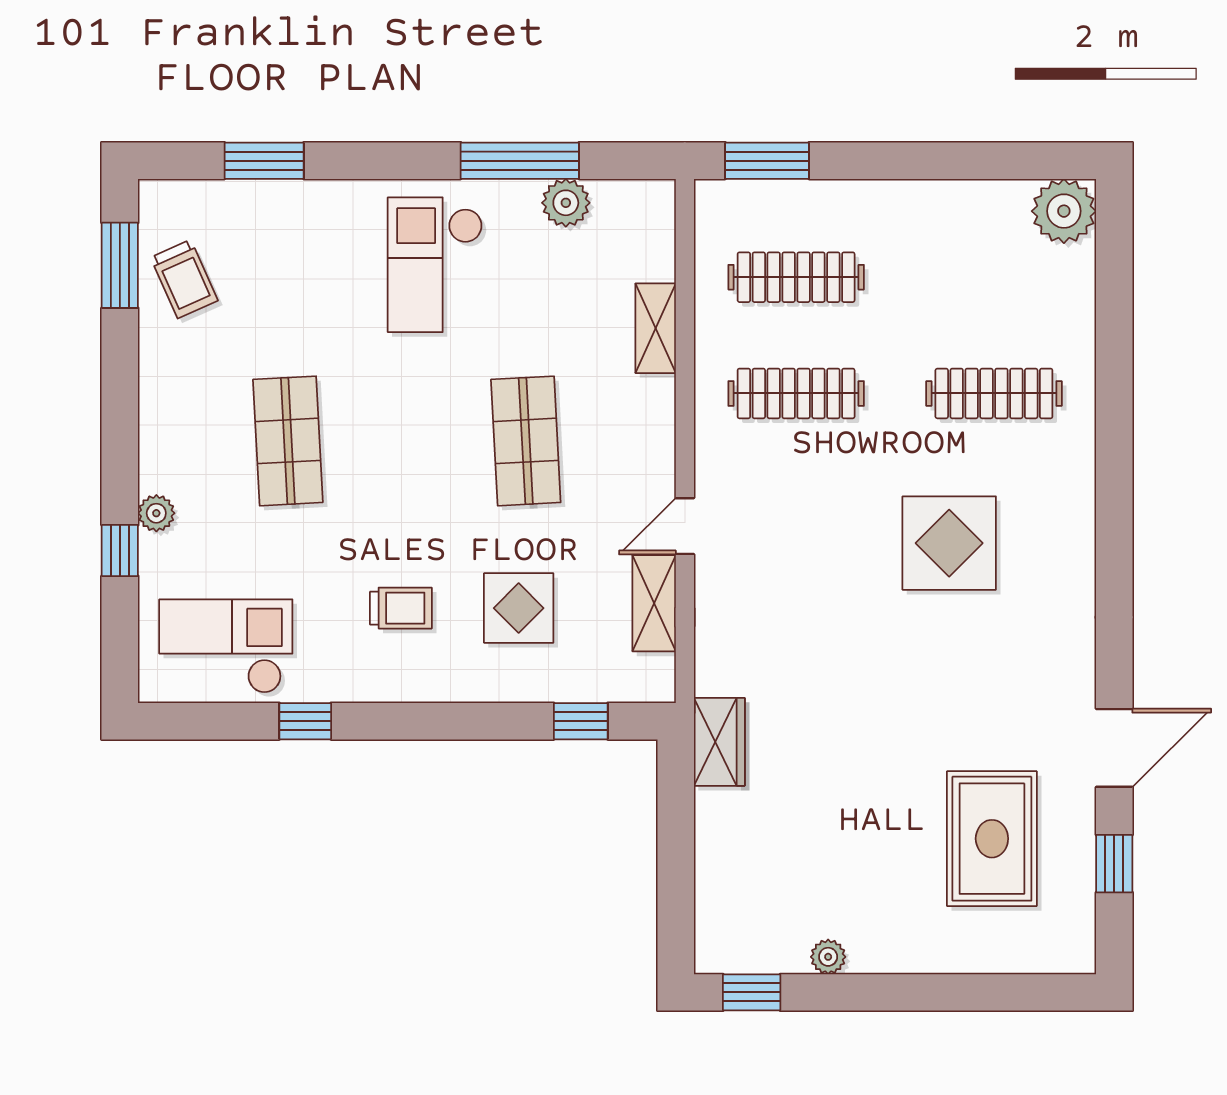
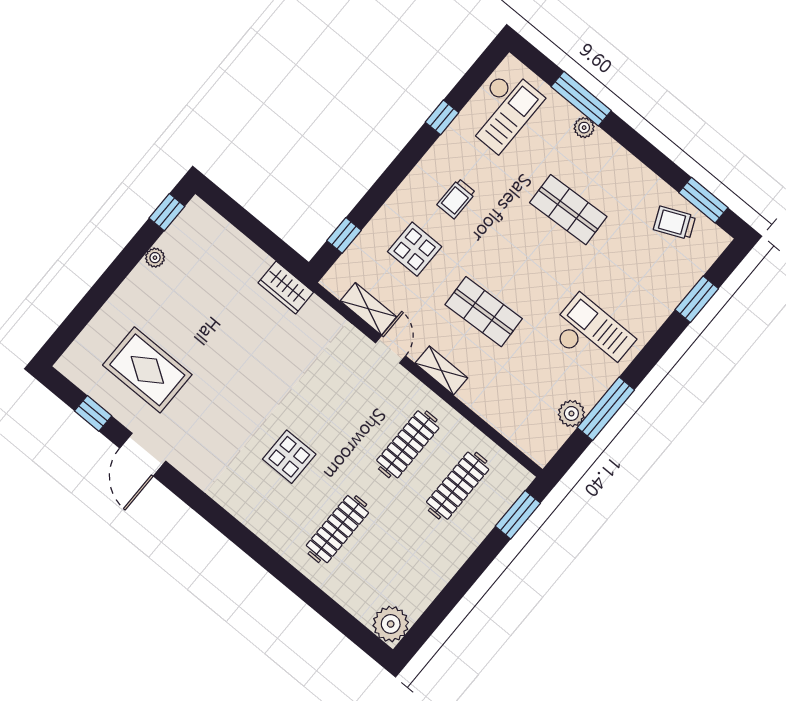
shelving: (656, 328) -> (441, 370), moved
display table: (949, 543) -> (289, 457), width x0.73, depth x0.73
window: (120, 550) -> (581, 99), width x2.17

